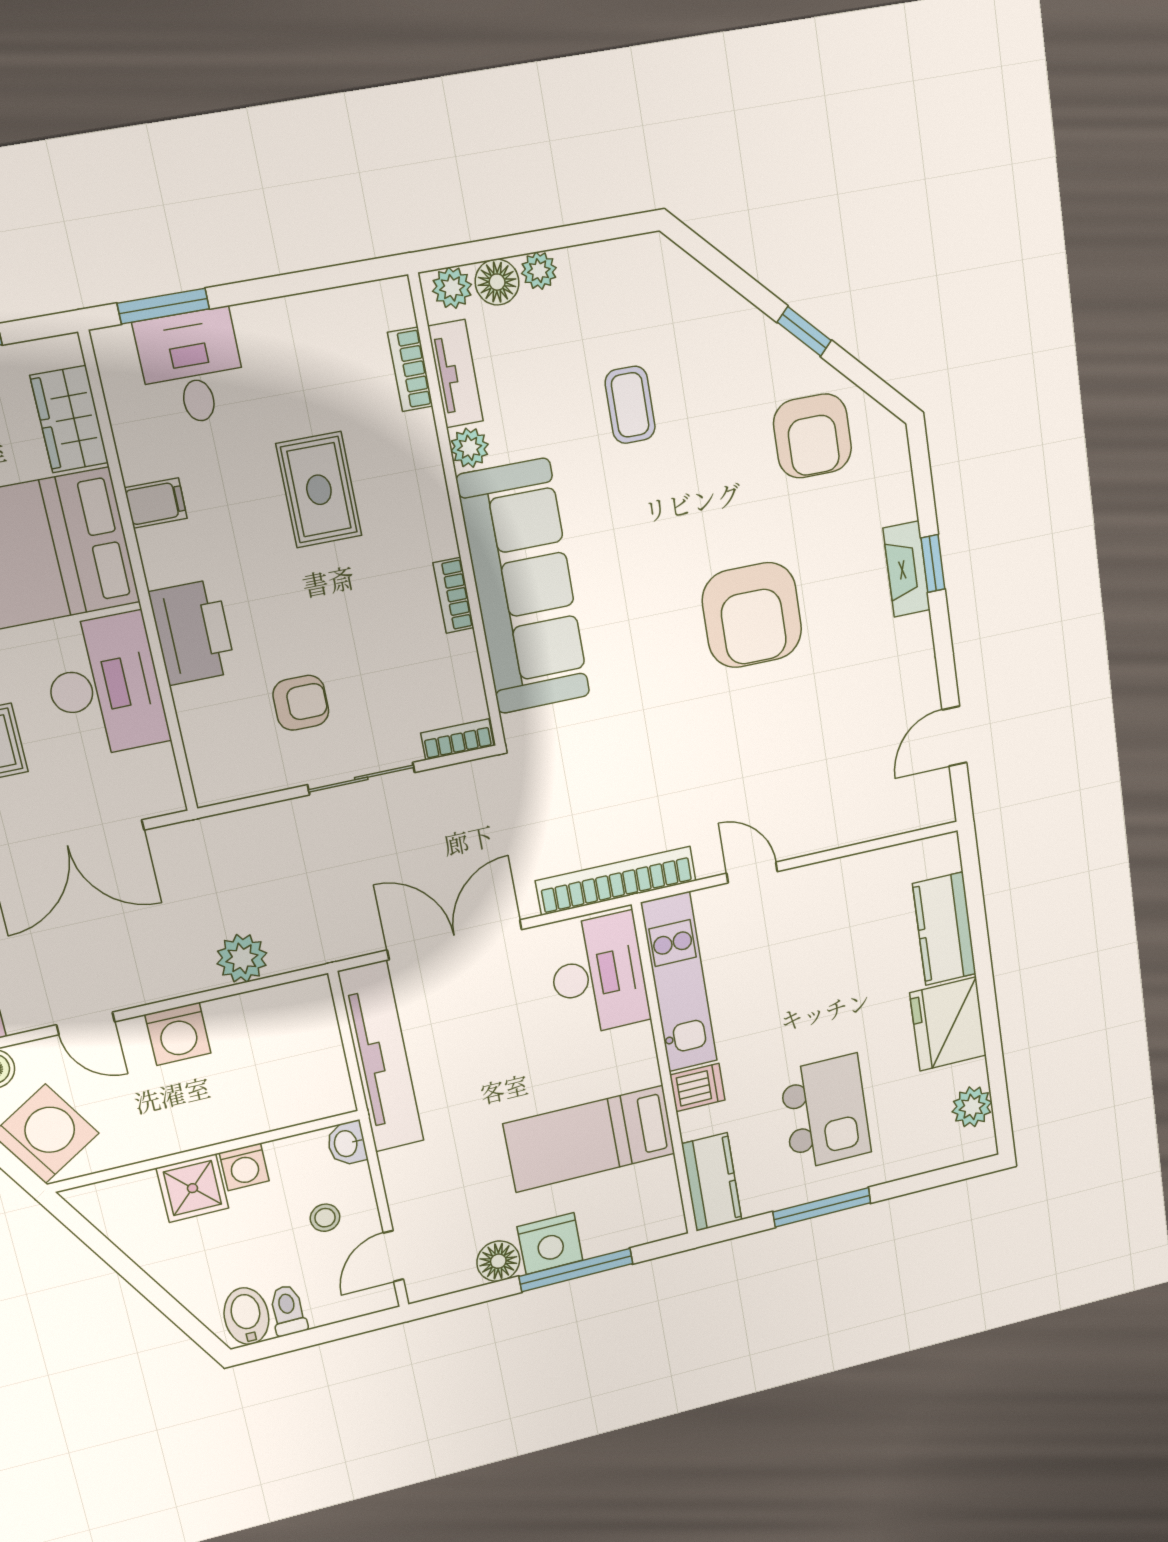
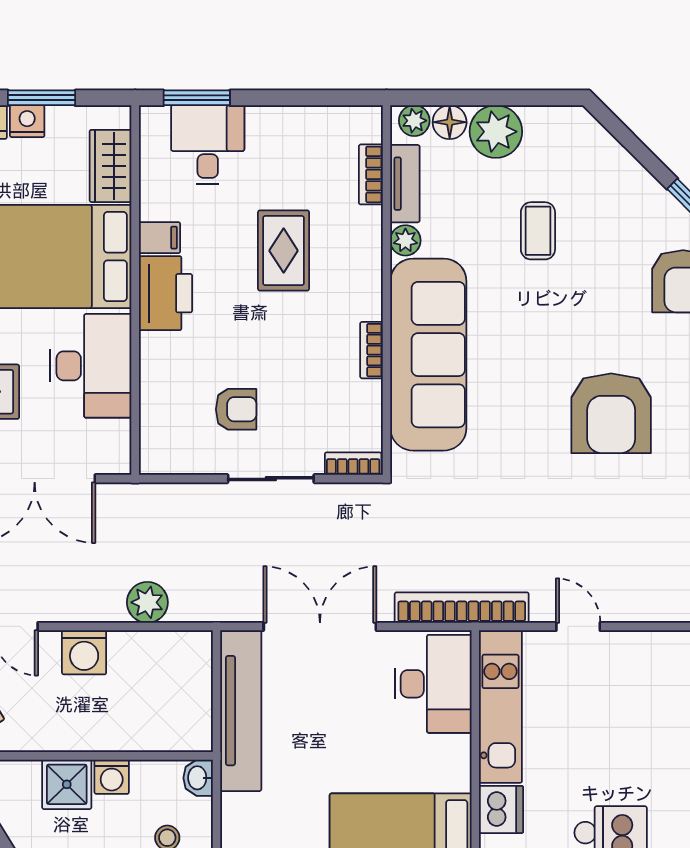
plant: (539, 271) -> (496, 132), width x1.87, depth x1.87
printer: (193, 632) -> (165, 293), moved
dishwasher: (697, 1087) -> (501, 809), width x1.38

